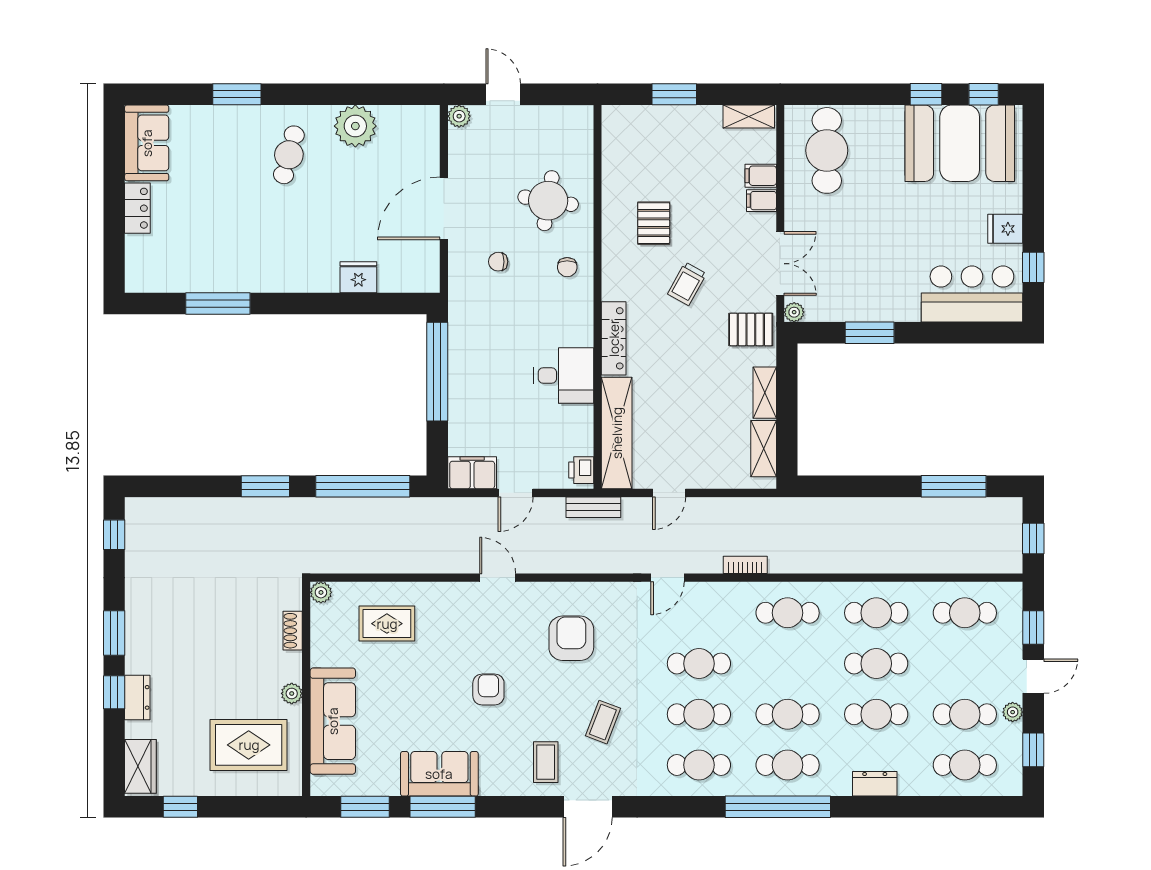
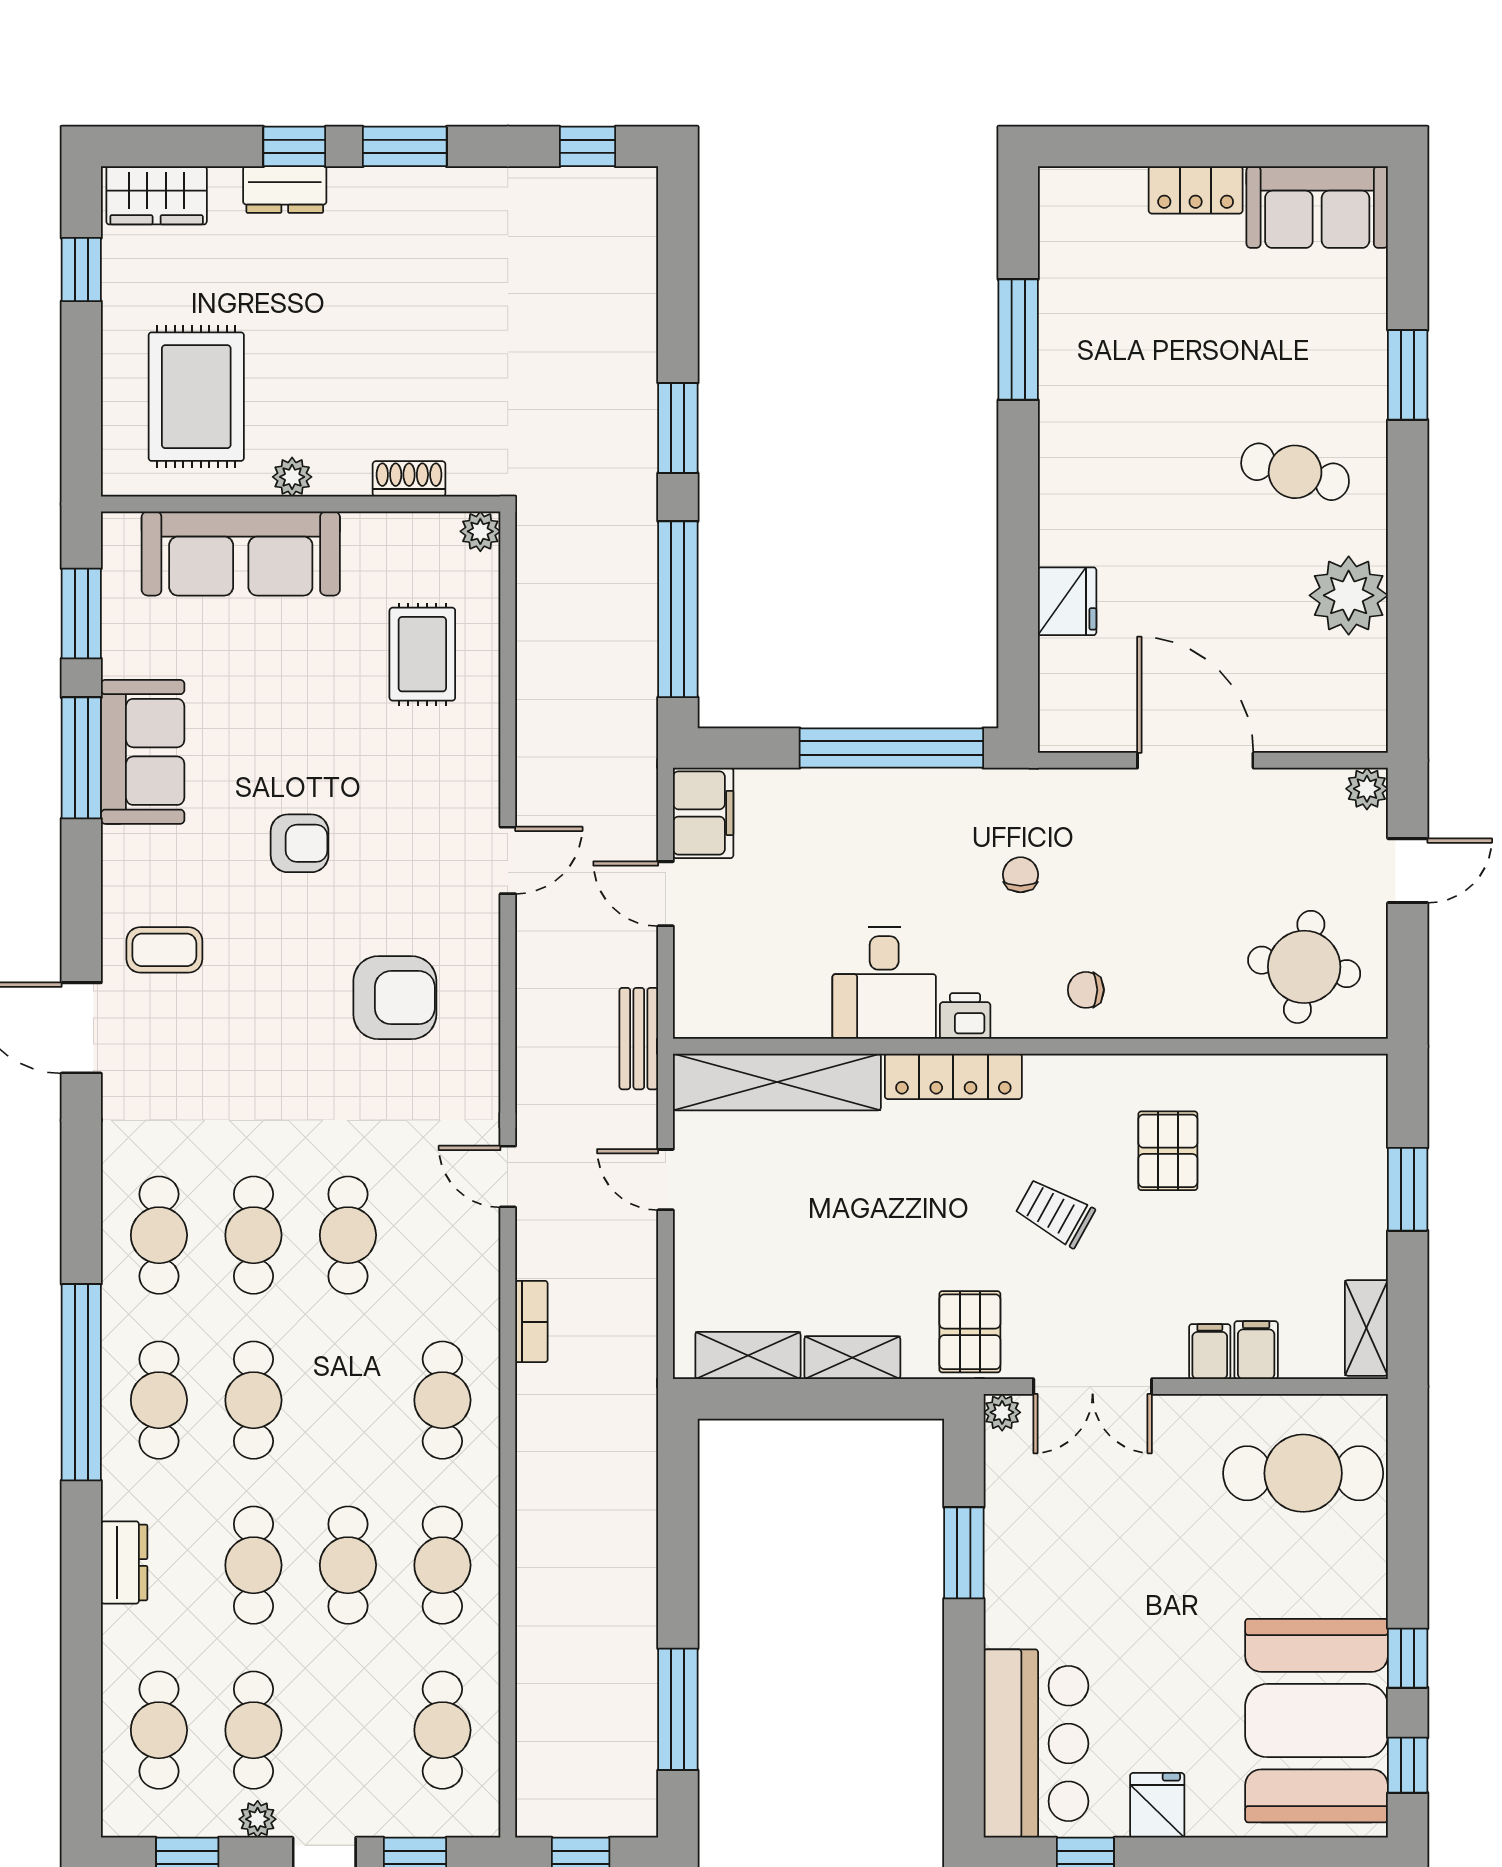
round table: (548, 201) -> (1304, 967), moved
pallet: (654, 223) -> (1168, 1151), turned 90
chair: (498, 262) -> (1021, 875), moved
printer: (581, 470) -> (965, 1016), moved
coffee table: (603, 722) -> (239, 1056), removed

